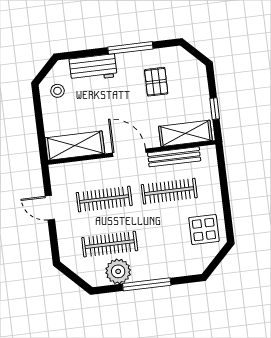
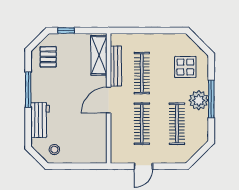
pallet: (156, 82) -> (48, 57), moved, turned 90
window: (215, 109) -> (66, 30), moved
shelving: (75, 146) -> (98, 141), removed
display table: (204, 229) -> (185, 67), moved
plant: (118, 271) -> (199, 100), moved

